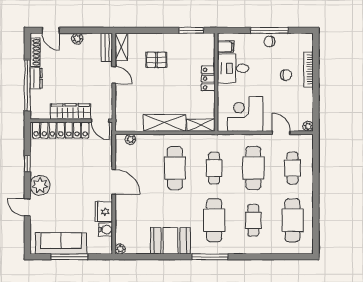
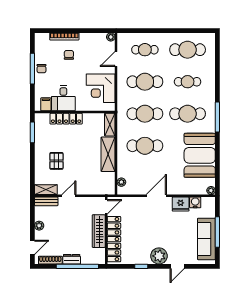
locker: (208, 79) -> (66, 119), width x1.53
cafe table: (214, 168) -> (145, 114), width x1.37, depth x1.35
booth: (170, 241) -> (200, 155), width x1.36, depth x1.42

